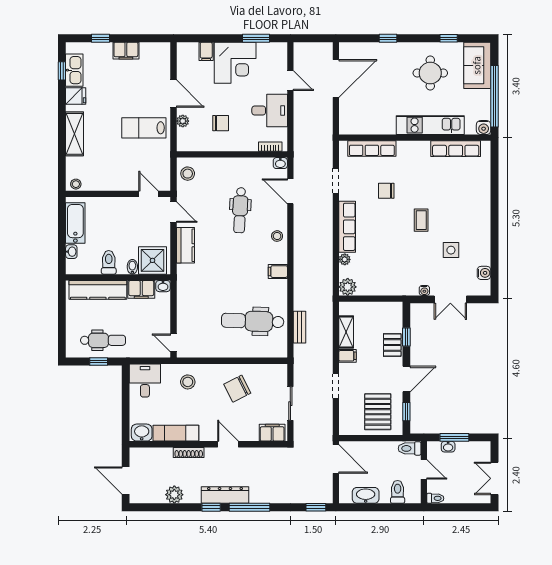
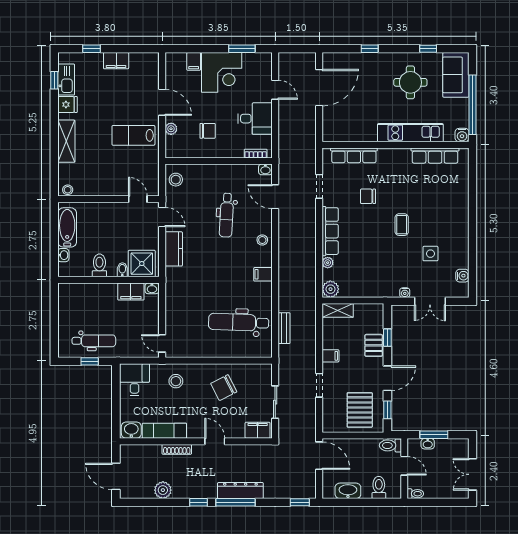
kitchen counter: (98, 290) -> (89, 292), removed
shelving: (346, 332) -> (338, 310), moved, turned 90
dresser: (225, 495) -> (240, 491), moved

